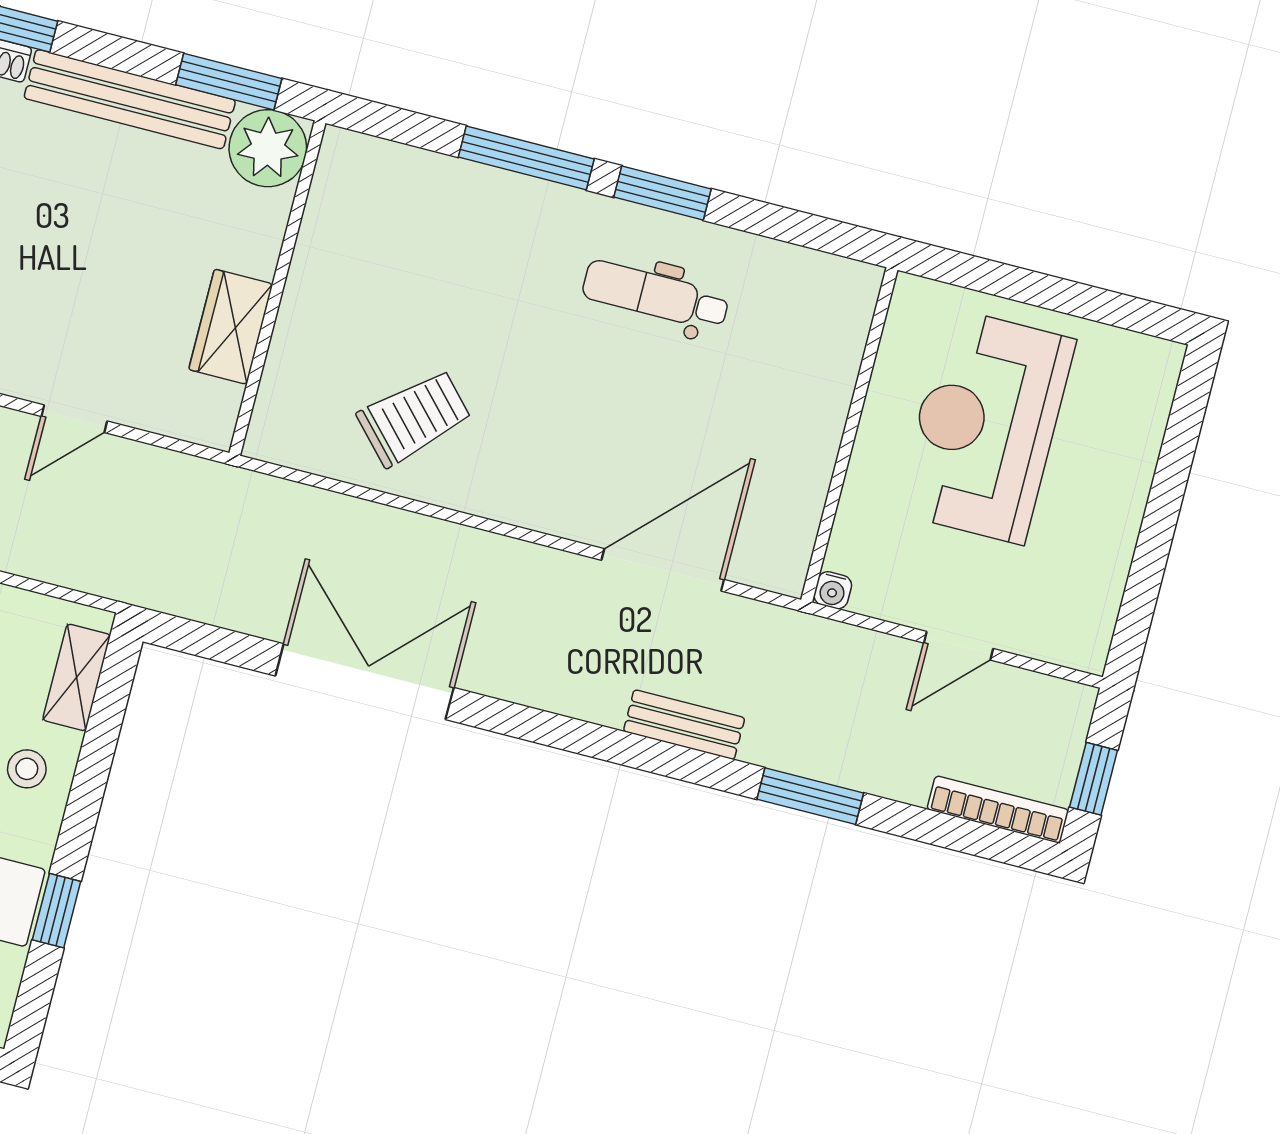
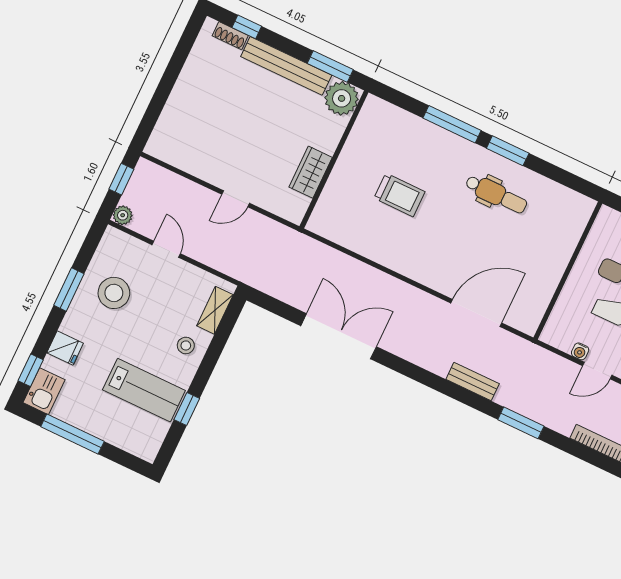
dental chair: (656, 295) -> (496, 194), turned 180
trolley: (414, 418) -> (399, 195), moved, turned 43
water cooler: (833, 590) -> (580, 351), moved

